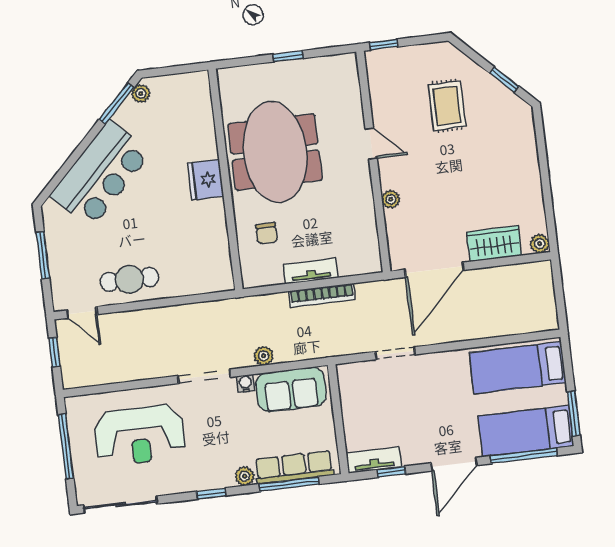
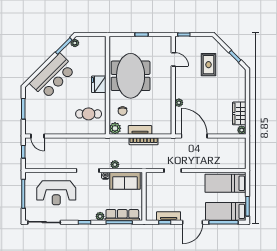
door: (371, 144) -> (173, 59), moved
wardrobe: (494, 244) -> (239, 113), moved, turned -90
door: (434, 270) -> (194, 136), swing flipped
plant: (254, 274) -> (115, 128), added
cafe table: (129, 279) -> (89, 114), moved
tv unit: (374, 460) -> (169, 216), moved

